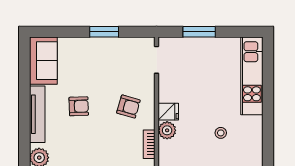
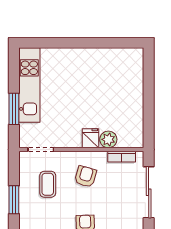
coffee table: (120, 67) -> (48, 184), added
kitchen unit: (252, 76) -> (29, 85), moved, turned -90
stool: (221, 133) -> (111, 88), removed

